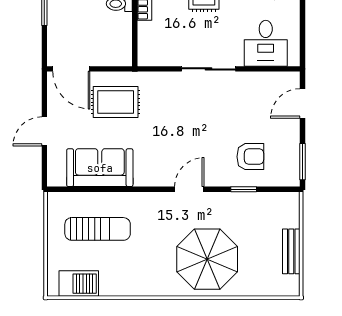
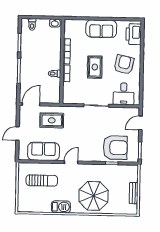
door: (71, 69) -> (31, 104), swing flipped
armchair: (250, 157) -> (115, 148), width x1.88, depth x1.88
door: (189, 189) -> (71, 162), moved
barbecue: (79, 284) -> (61, 207), moved

